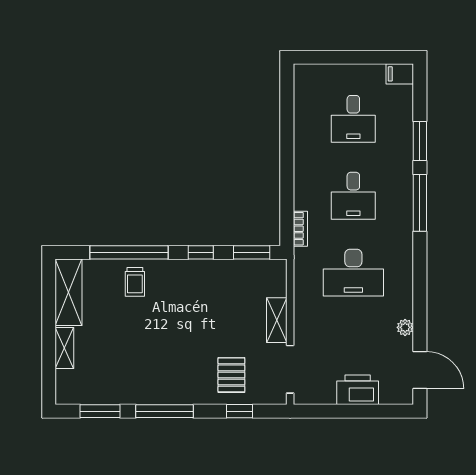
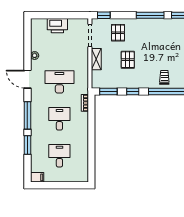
pallet: (211, 319) -> (128, 60), added
door: (420, 370) -> (27, 79), moved
window: (240, 411) -> (104, 15), moved

